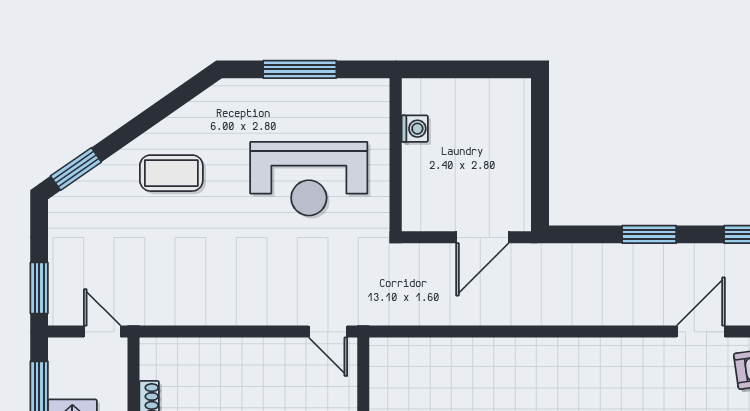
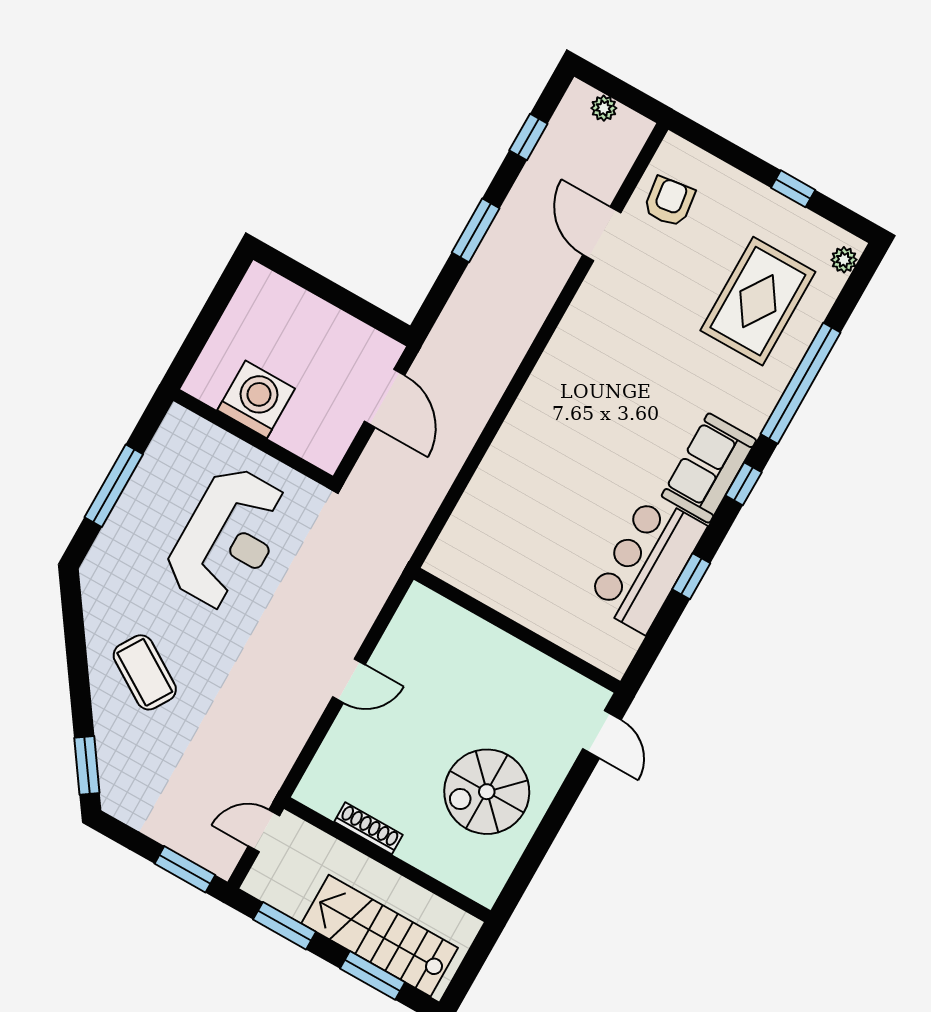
washing machine: (415, 129) -> (256, 399), width x1.89, depth x1.89
coffee table: (171, 173) -> (145, 672), turned -58
door: (328, 332) -> (349, 681), moved

